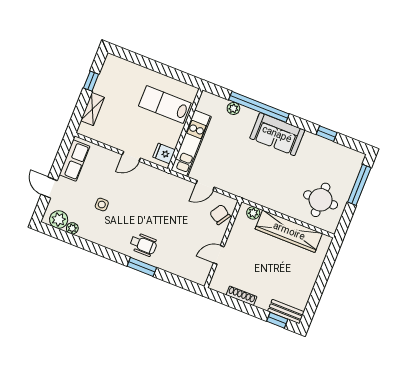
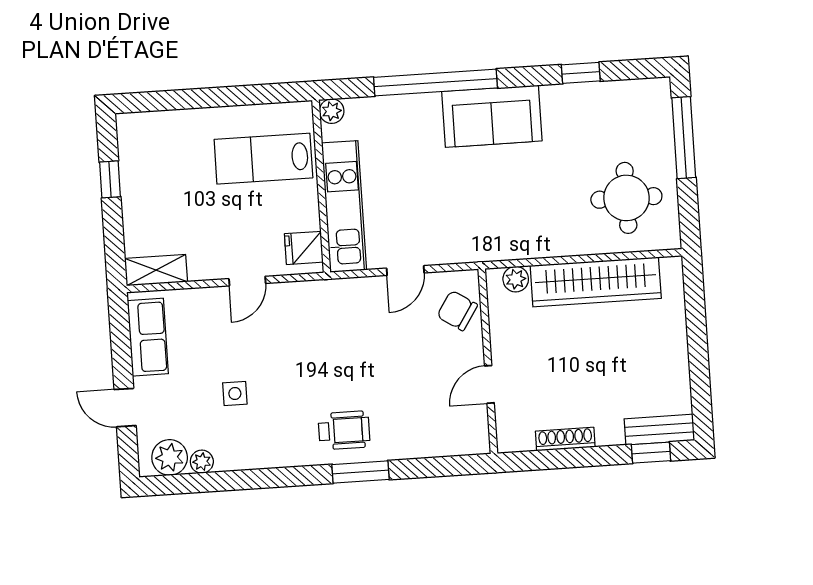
plant: (233, 108) -> (332, 111), moved
shelving: (92, 109) -> (156, 270), moved, turned 90

